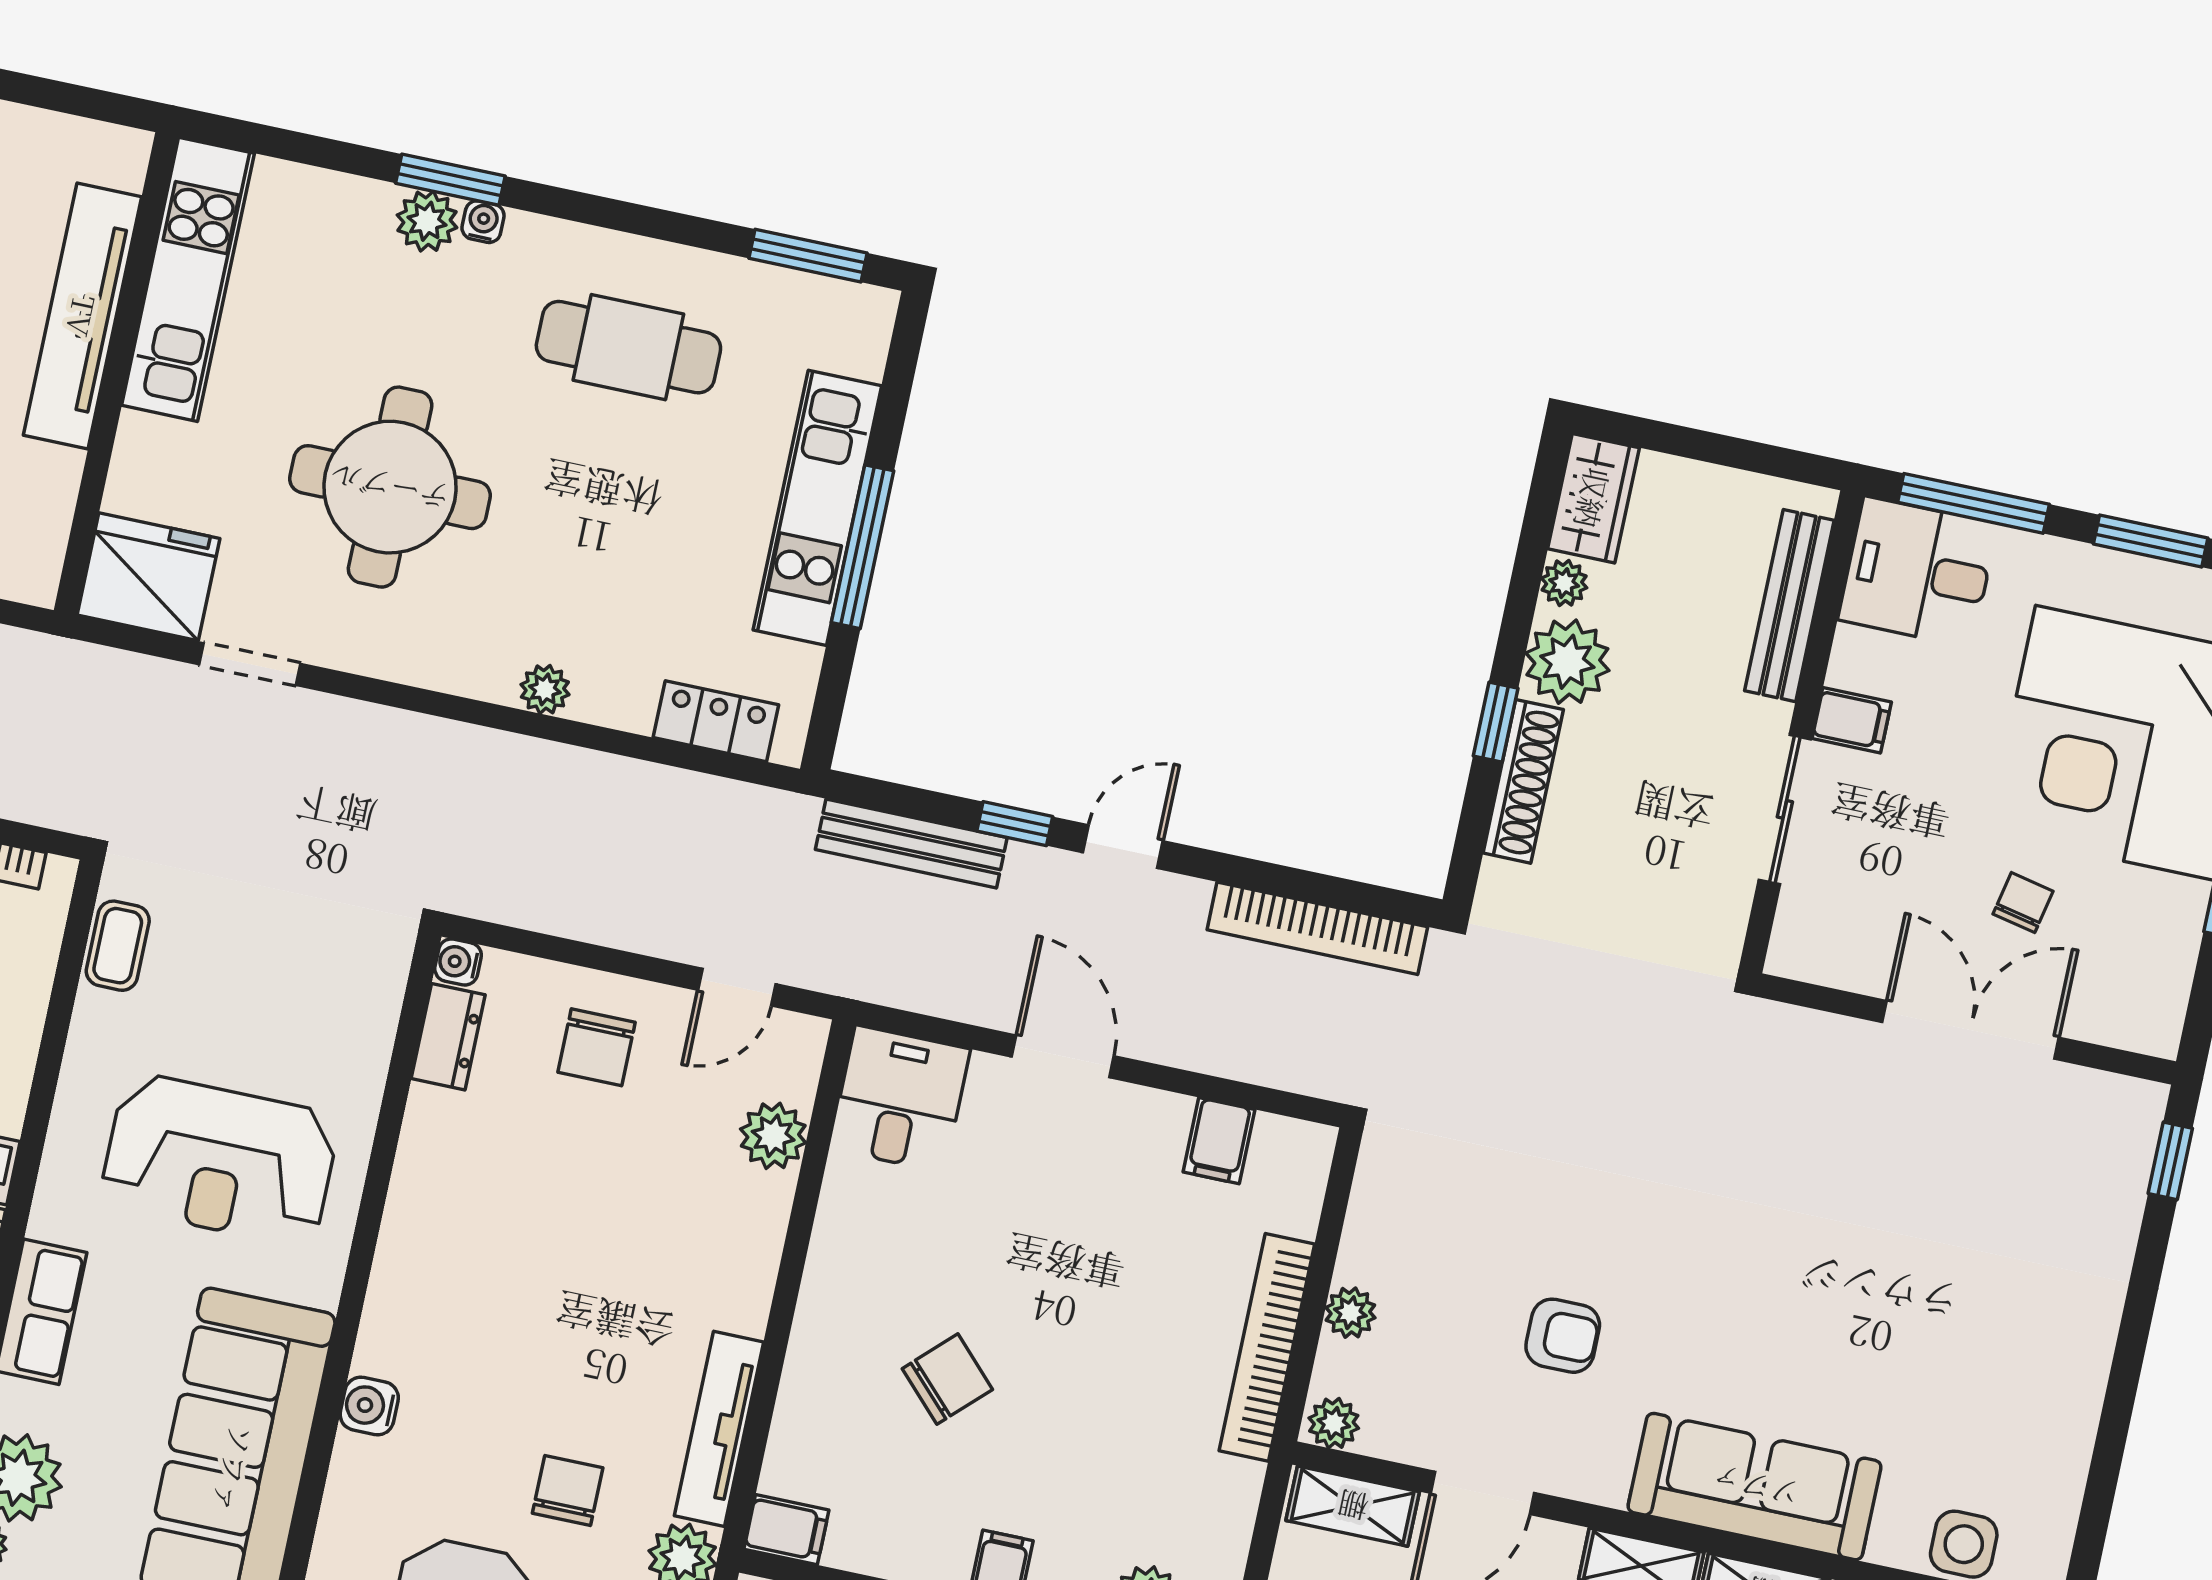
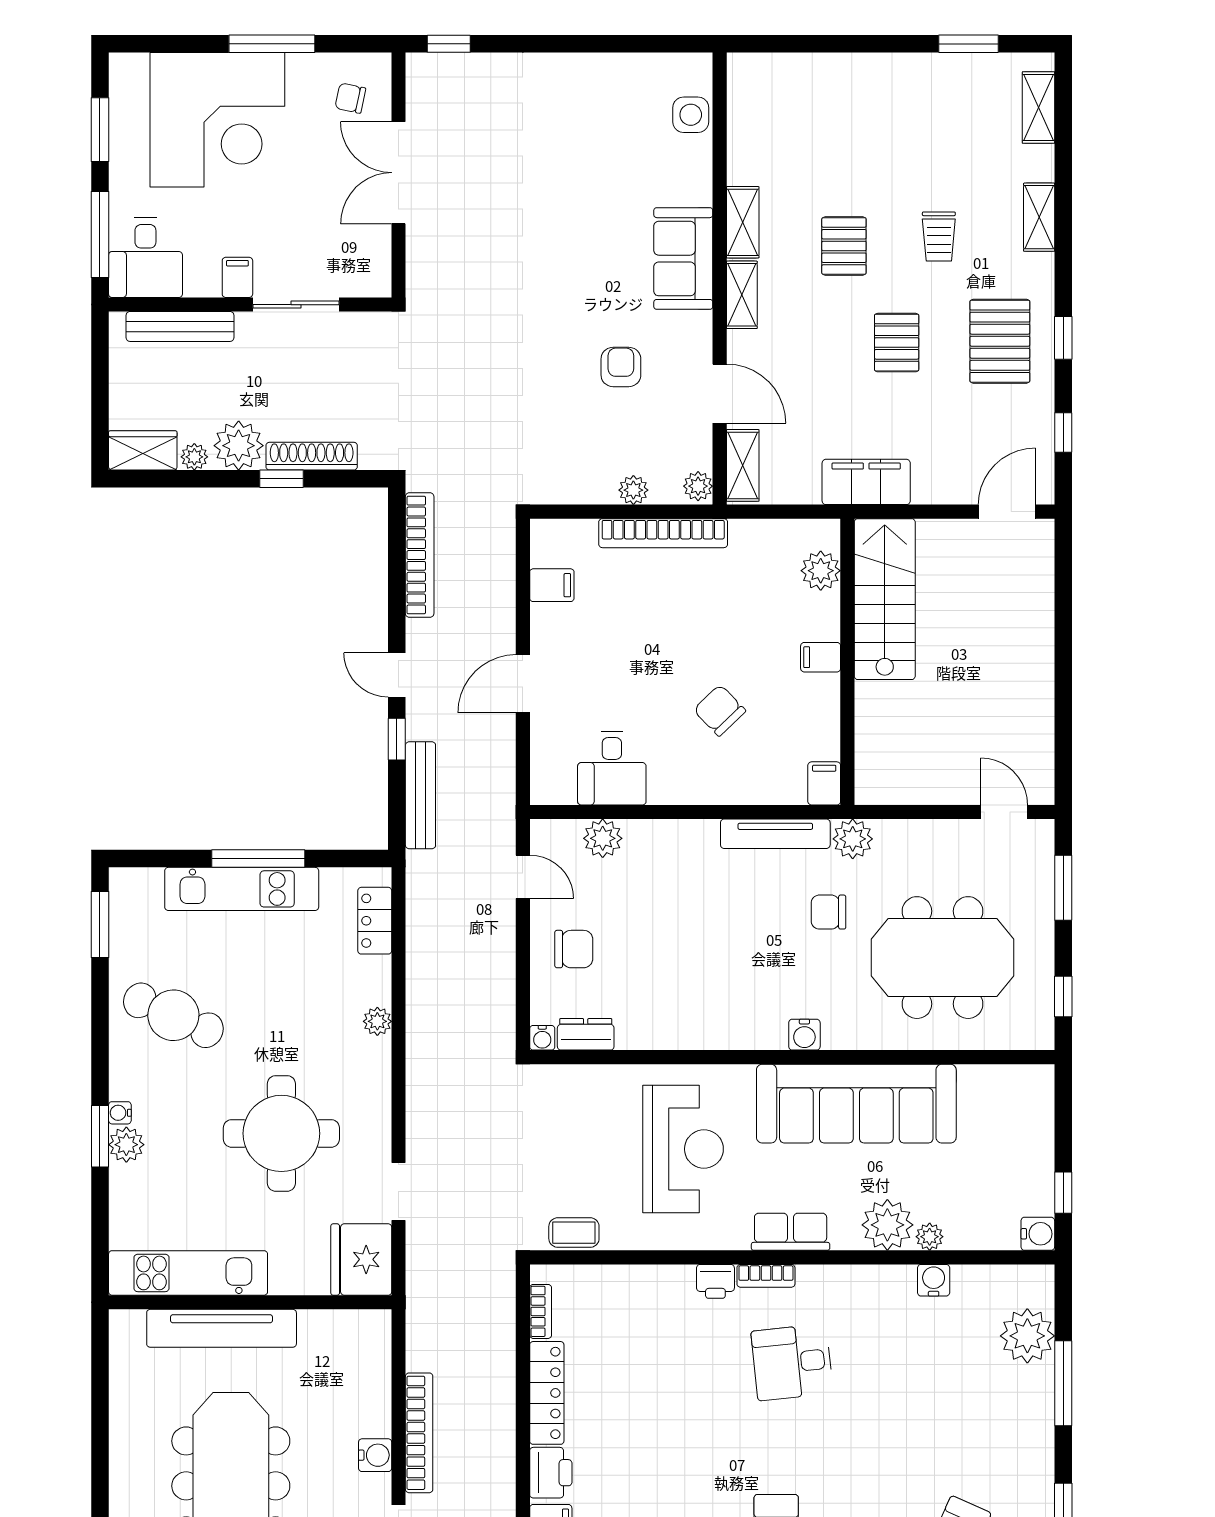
cafe table: (628, 347) -> (173, 1015), turned -66
chair: (2023, 903) -> (350, 98), moved
desk: (900, 1099) -> (612, 768), moved, turned -90
sofa: (1755, 1487) -> (683, 259), width x0.73

